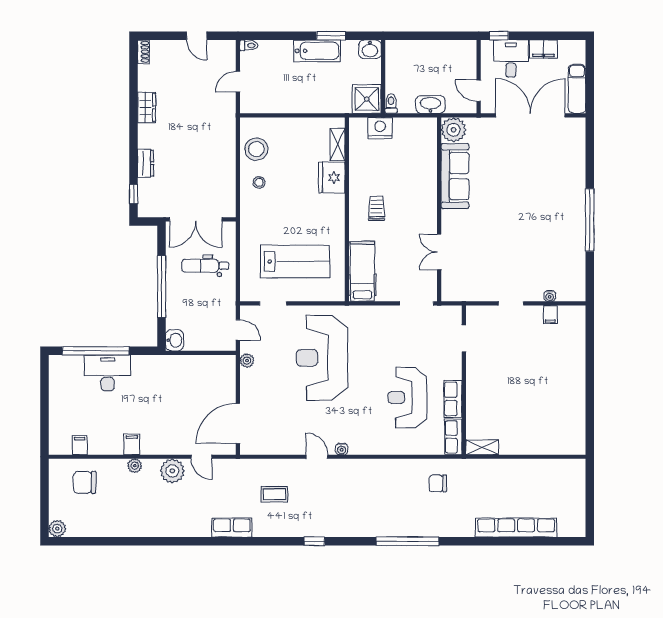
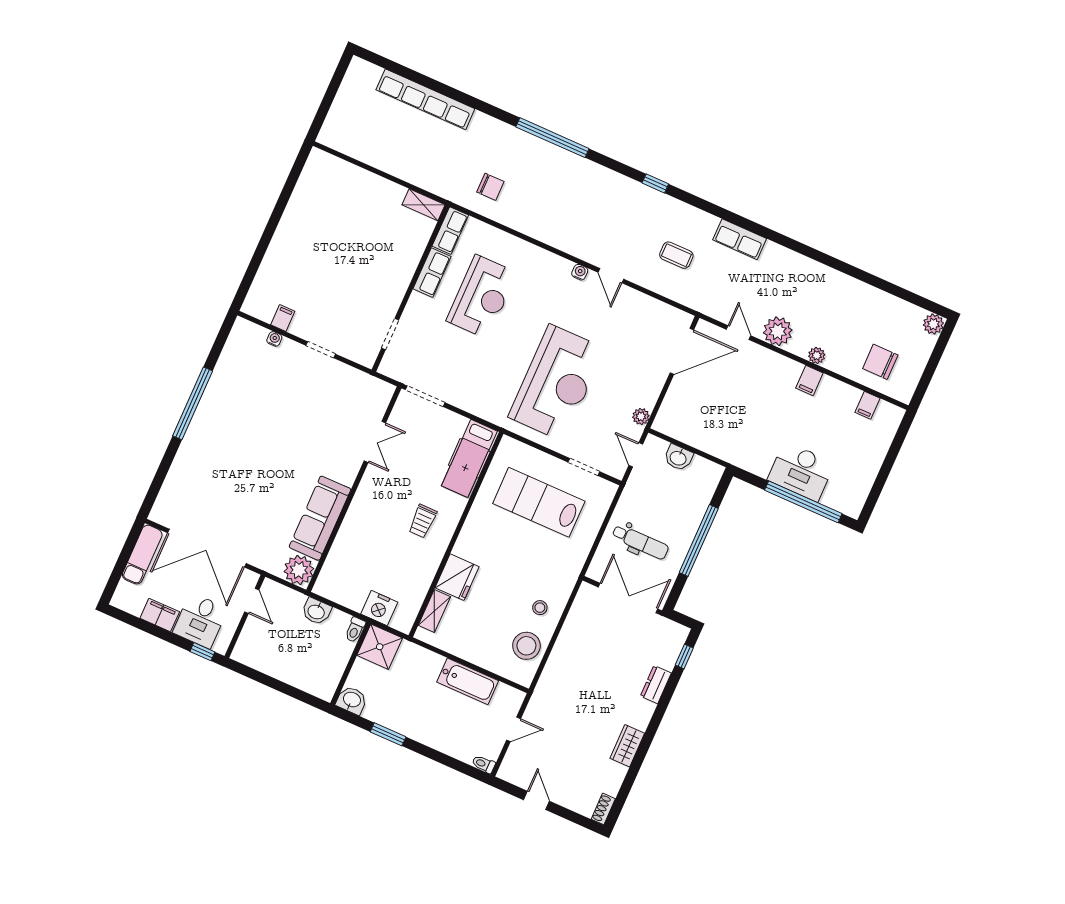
bathtub: (317, 51) -> (468, 681), moved, turned 180
washbasin: (430, 104) -> (316, 611), width x0.72
washbasin: (175, 340) -> (678, 458), moved, turned -90
chair: (85, 482) -> (880, 362), turned 180

